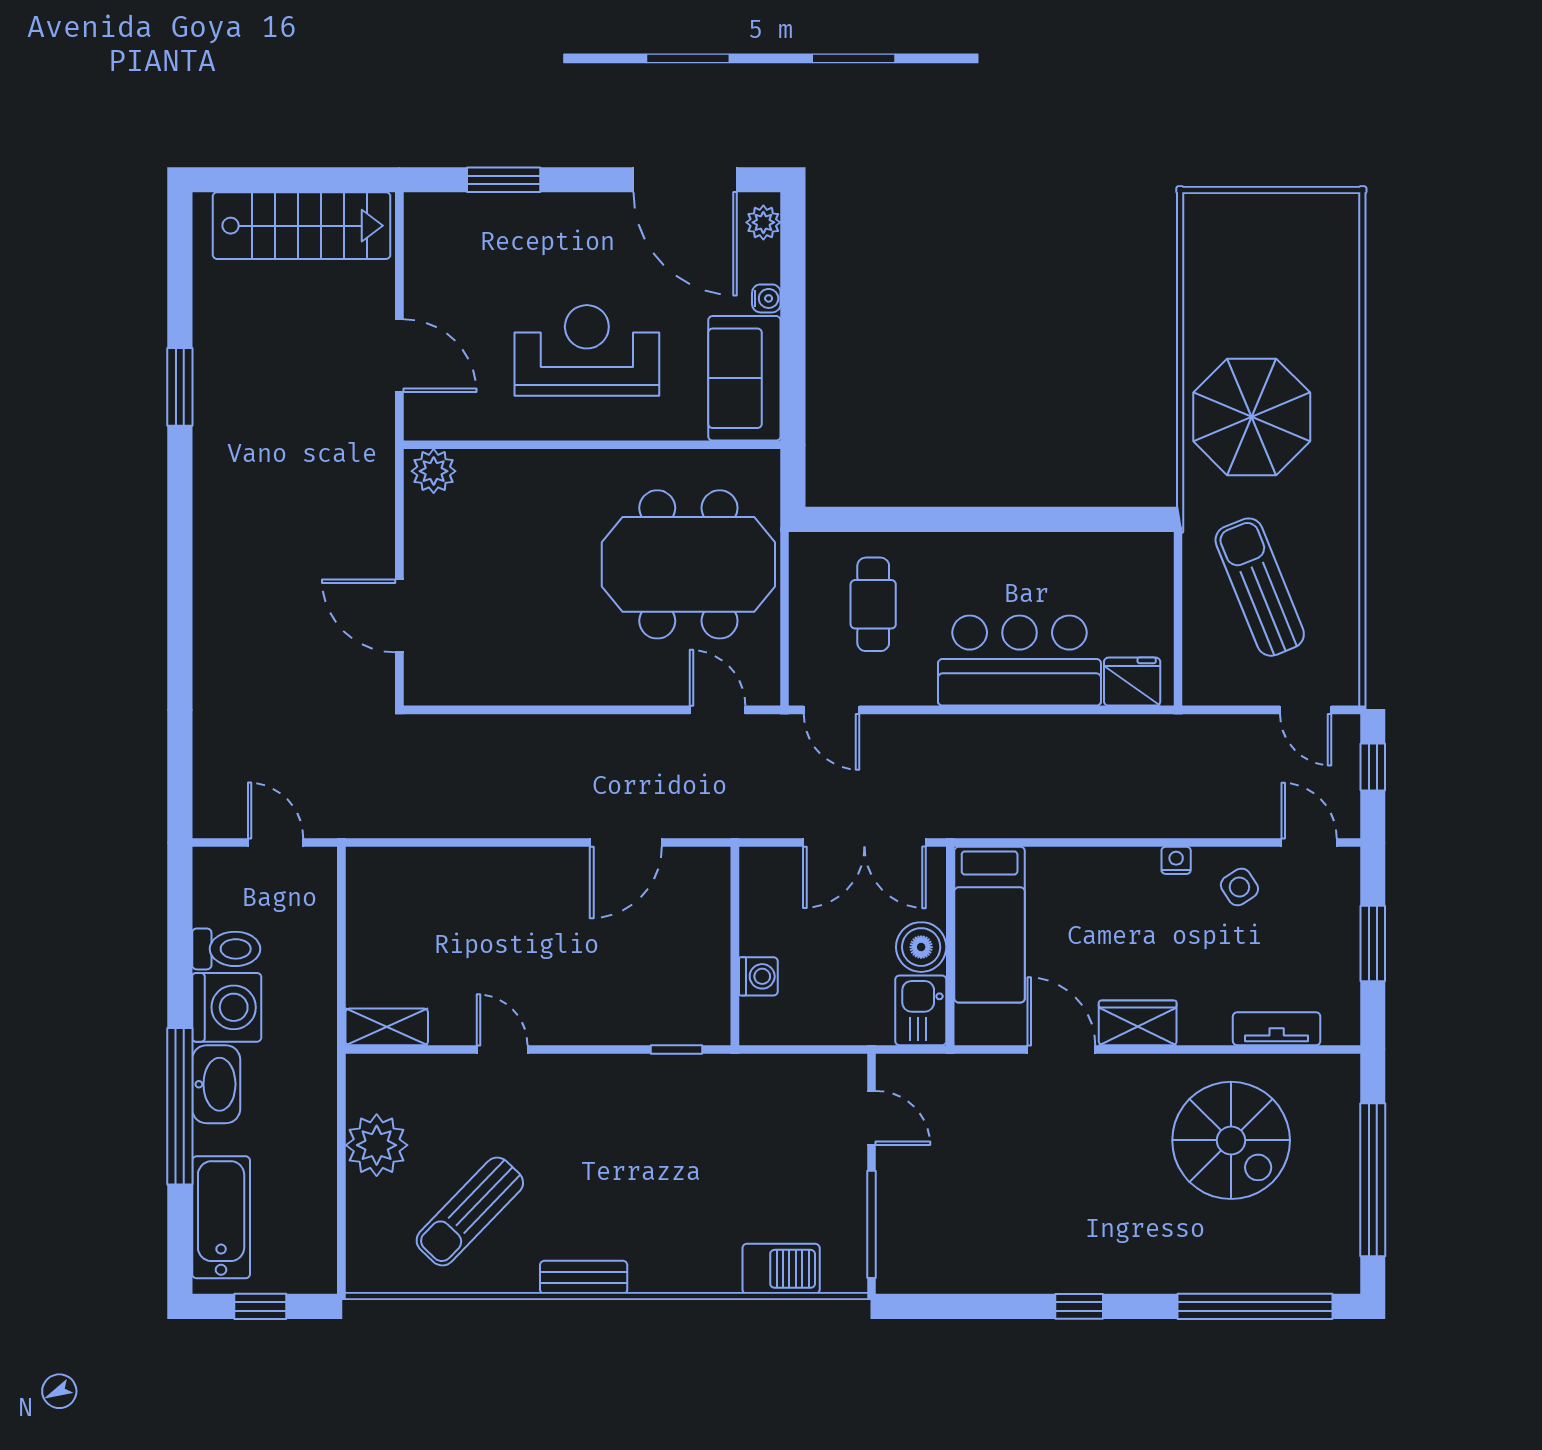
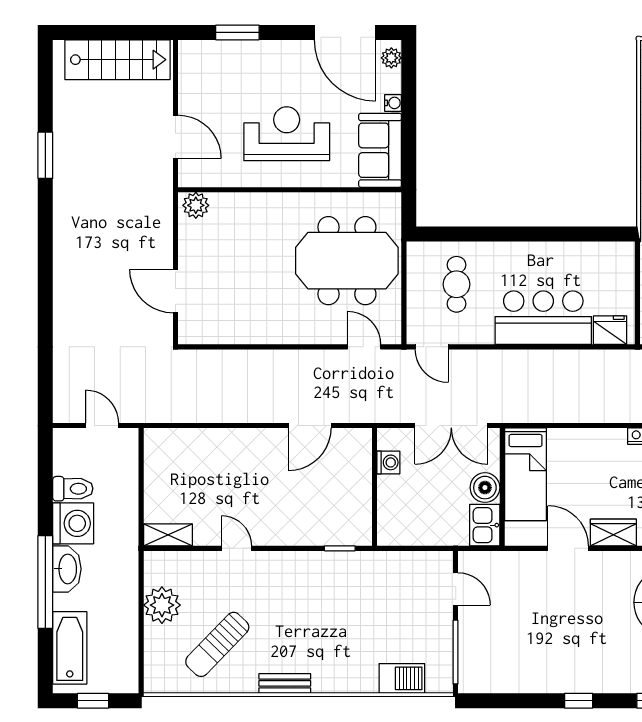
washing machine: (758, 976) -> (388, 462), moved

